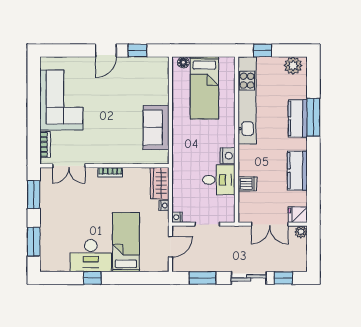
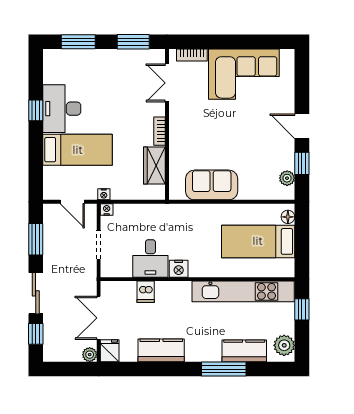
plant: (150, 63) -> (287, 178), added
kitchen counter: (298, 118) -> (244, 351), moved
wardrobe: (160, 183) -> (154, 166), moved, turned -90
nightstand: (164, 205) -> (104, 194), moved

